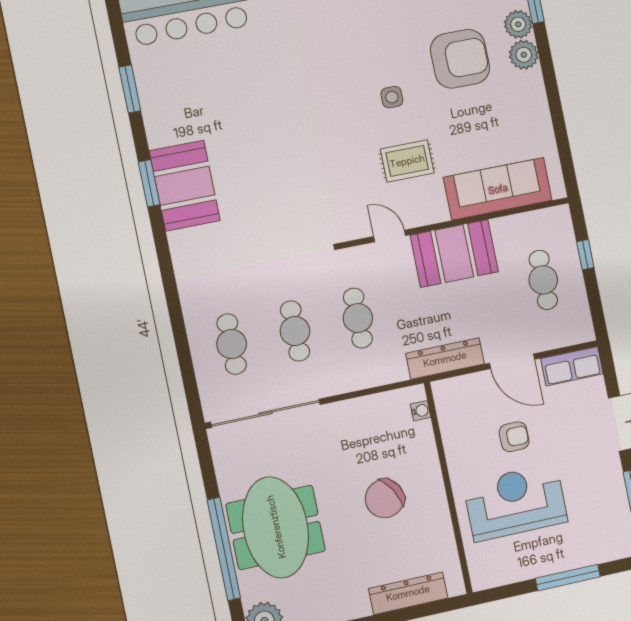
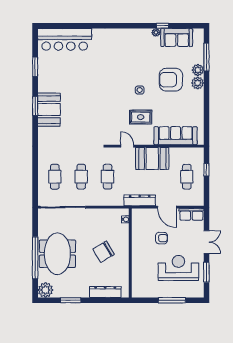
armchair: (460, 59) -> (171, 80), turned 180
reception desk: (515, 502) -> (178, 268), moved

